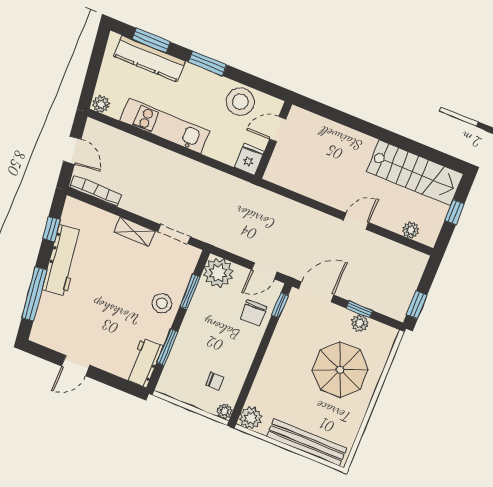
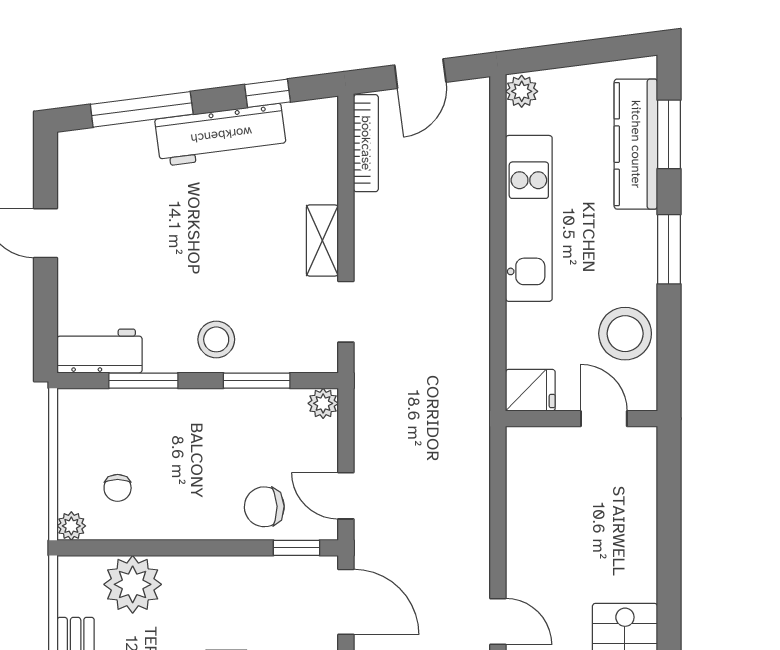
plant: (218, 273) -> (323, 403), width x0.53, depth x0.53
plant: (251, 418) -> (133, 584), moved, width x1.36, depth x1.36

